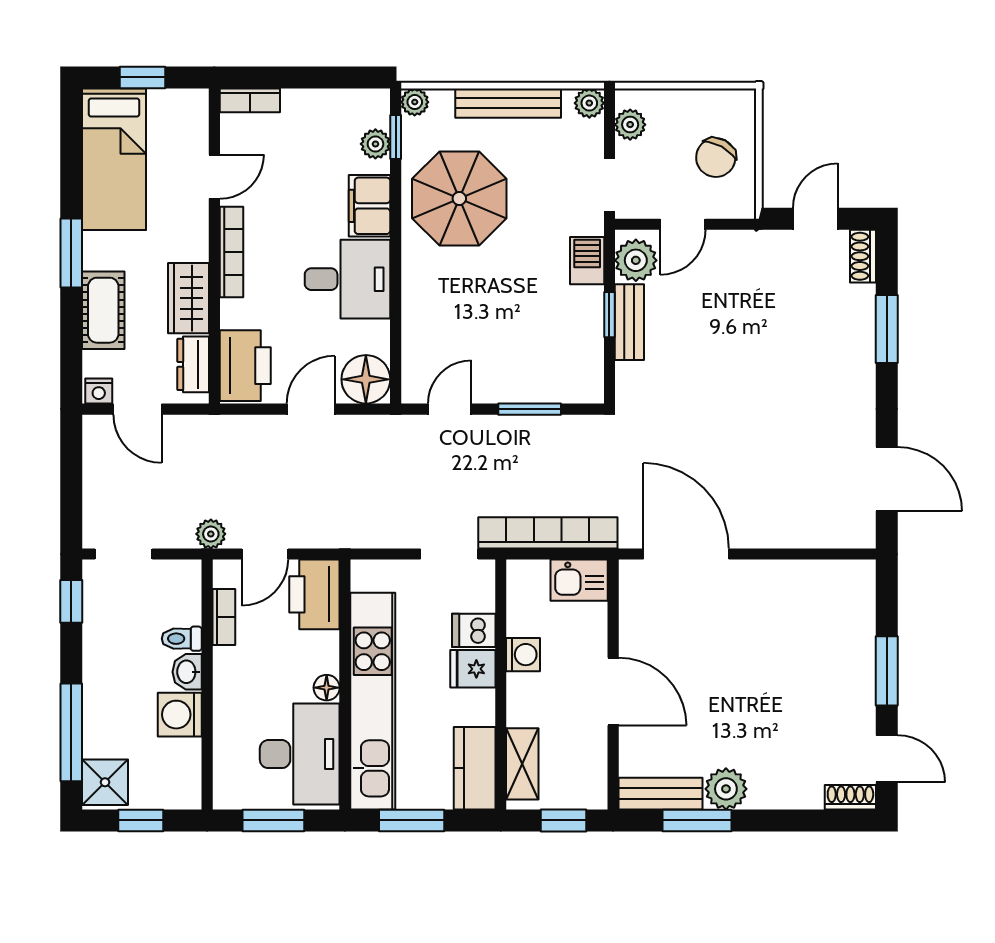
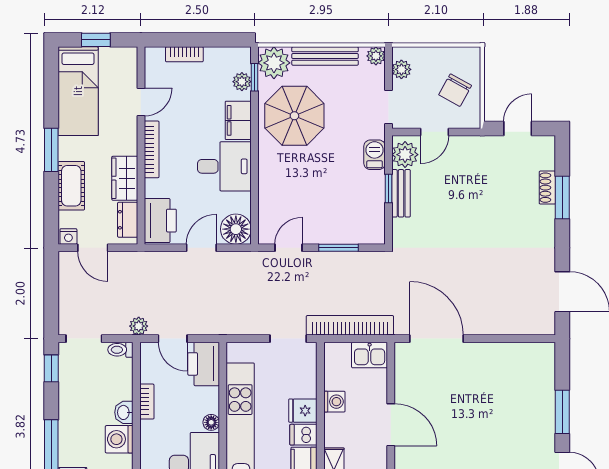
bookcase: (250, 100) -> (184, 54), moved
plant: (415, 102) -> (274, 63), width x1.87, depth x1.87
shoe rack: (863, 256) -> (547, 188), moved
door: (265, 554) -> (173, 339), hinge flipped
bookcase: (224, 617) -> (147, 402), moved
dishwasher: (474, 630) -> (303, 435), moved
toilet: (182, 639) -> (120, 350), moved

